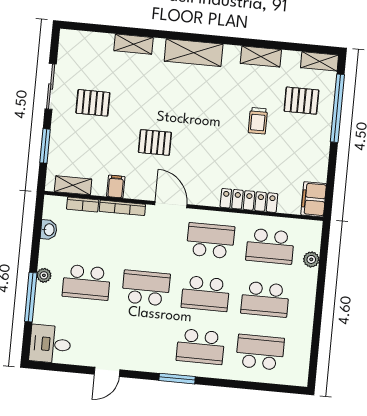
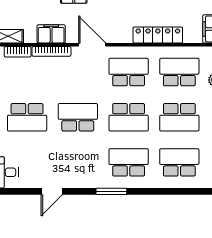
filing cabinet: (116, 187) -> (51, 34), width x2.00
school desk: (270, 246) -> (179, 72), turned 180
school desk: (200, 347) -> (129, 162), turned 180

